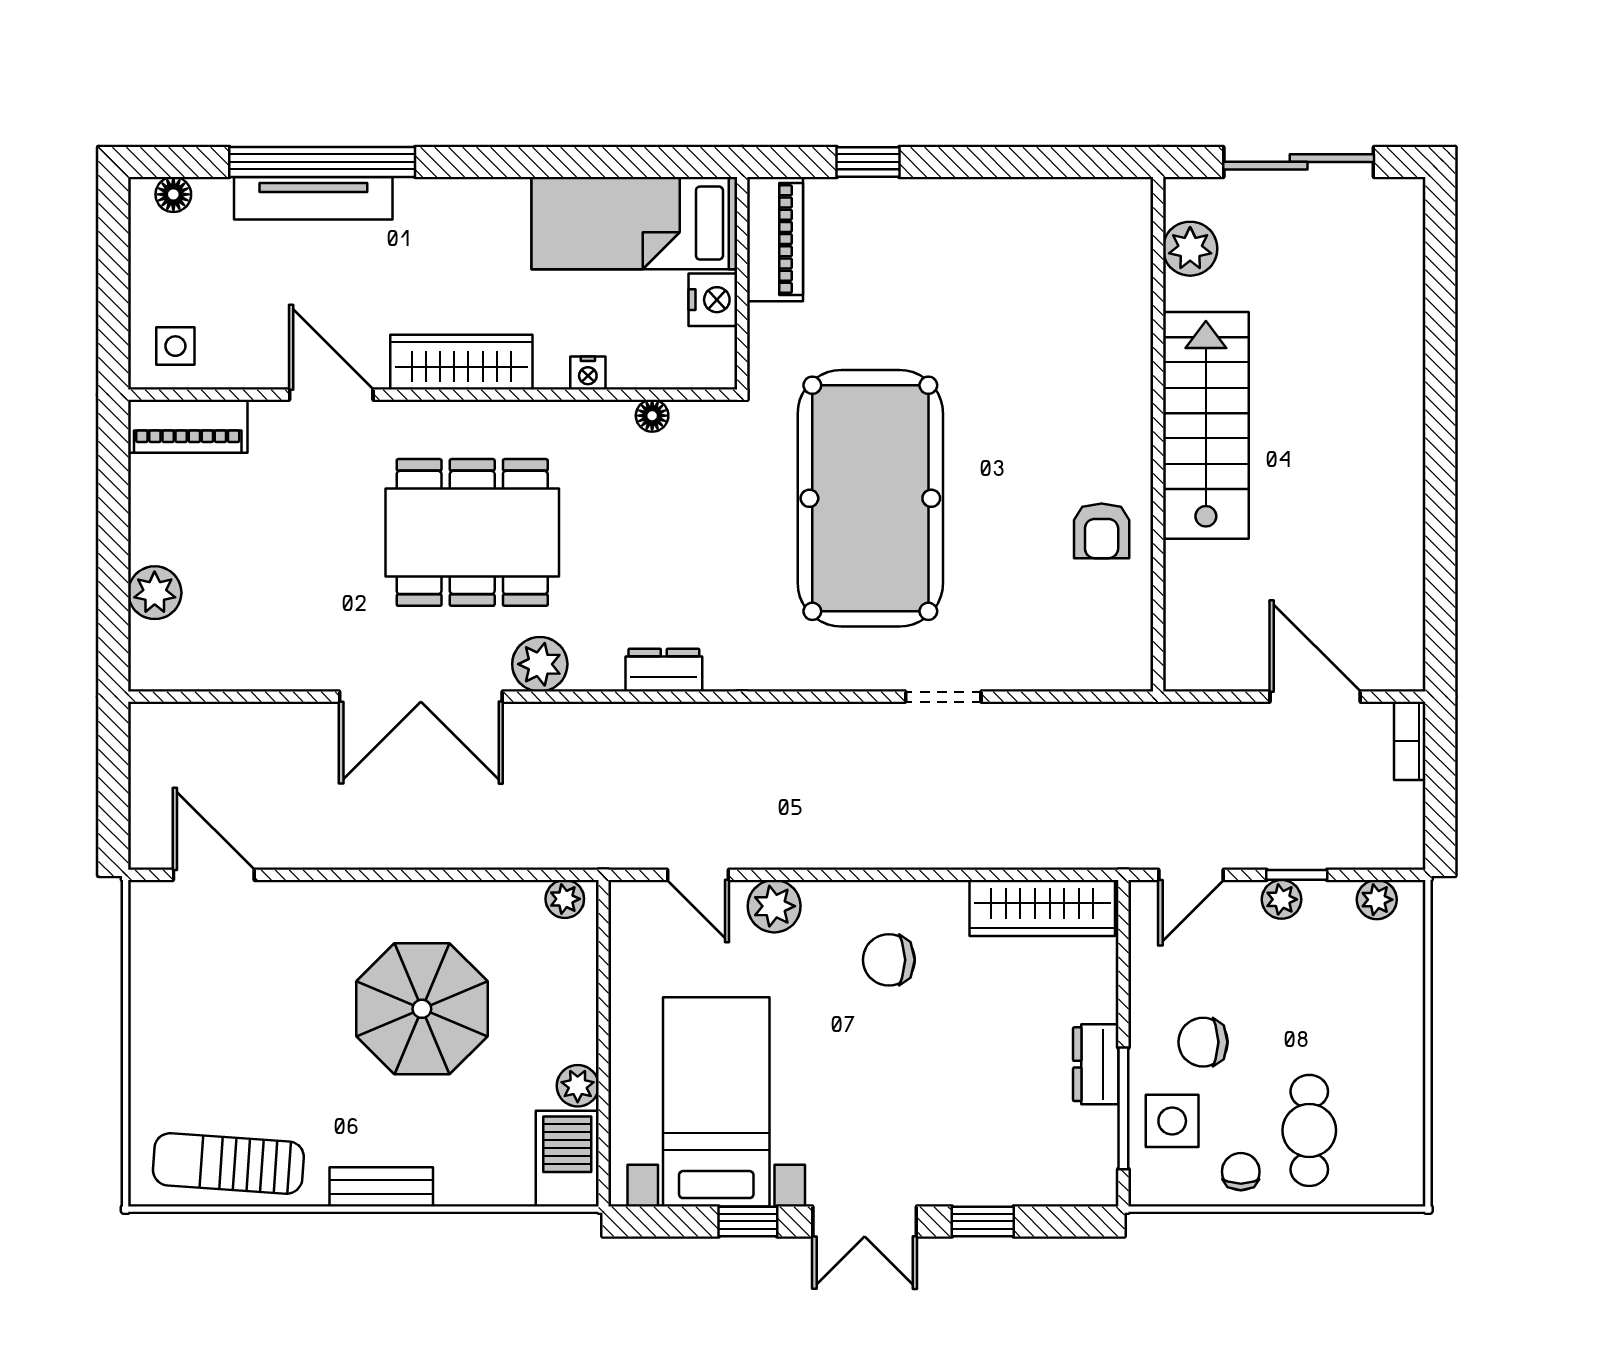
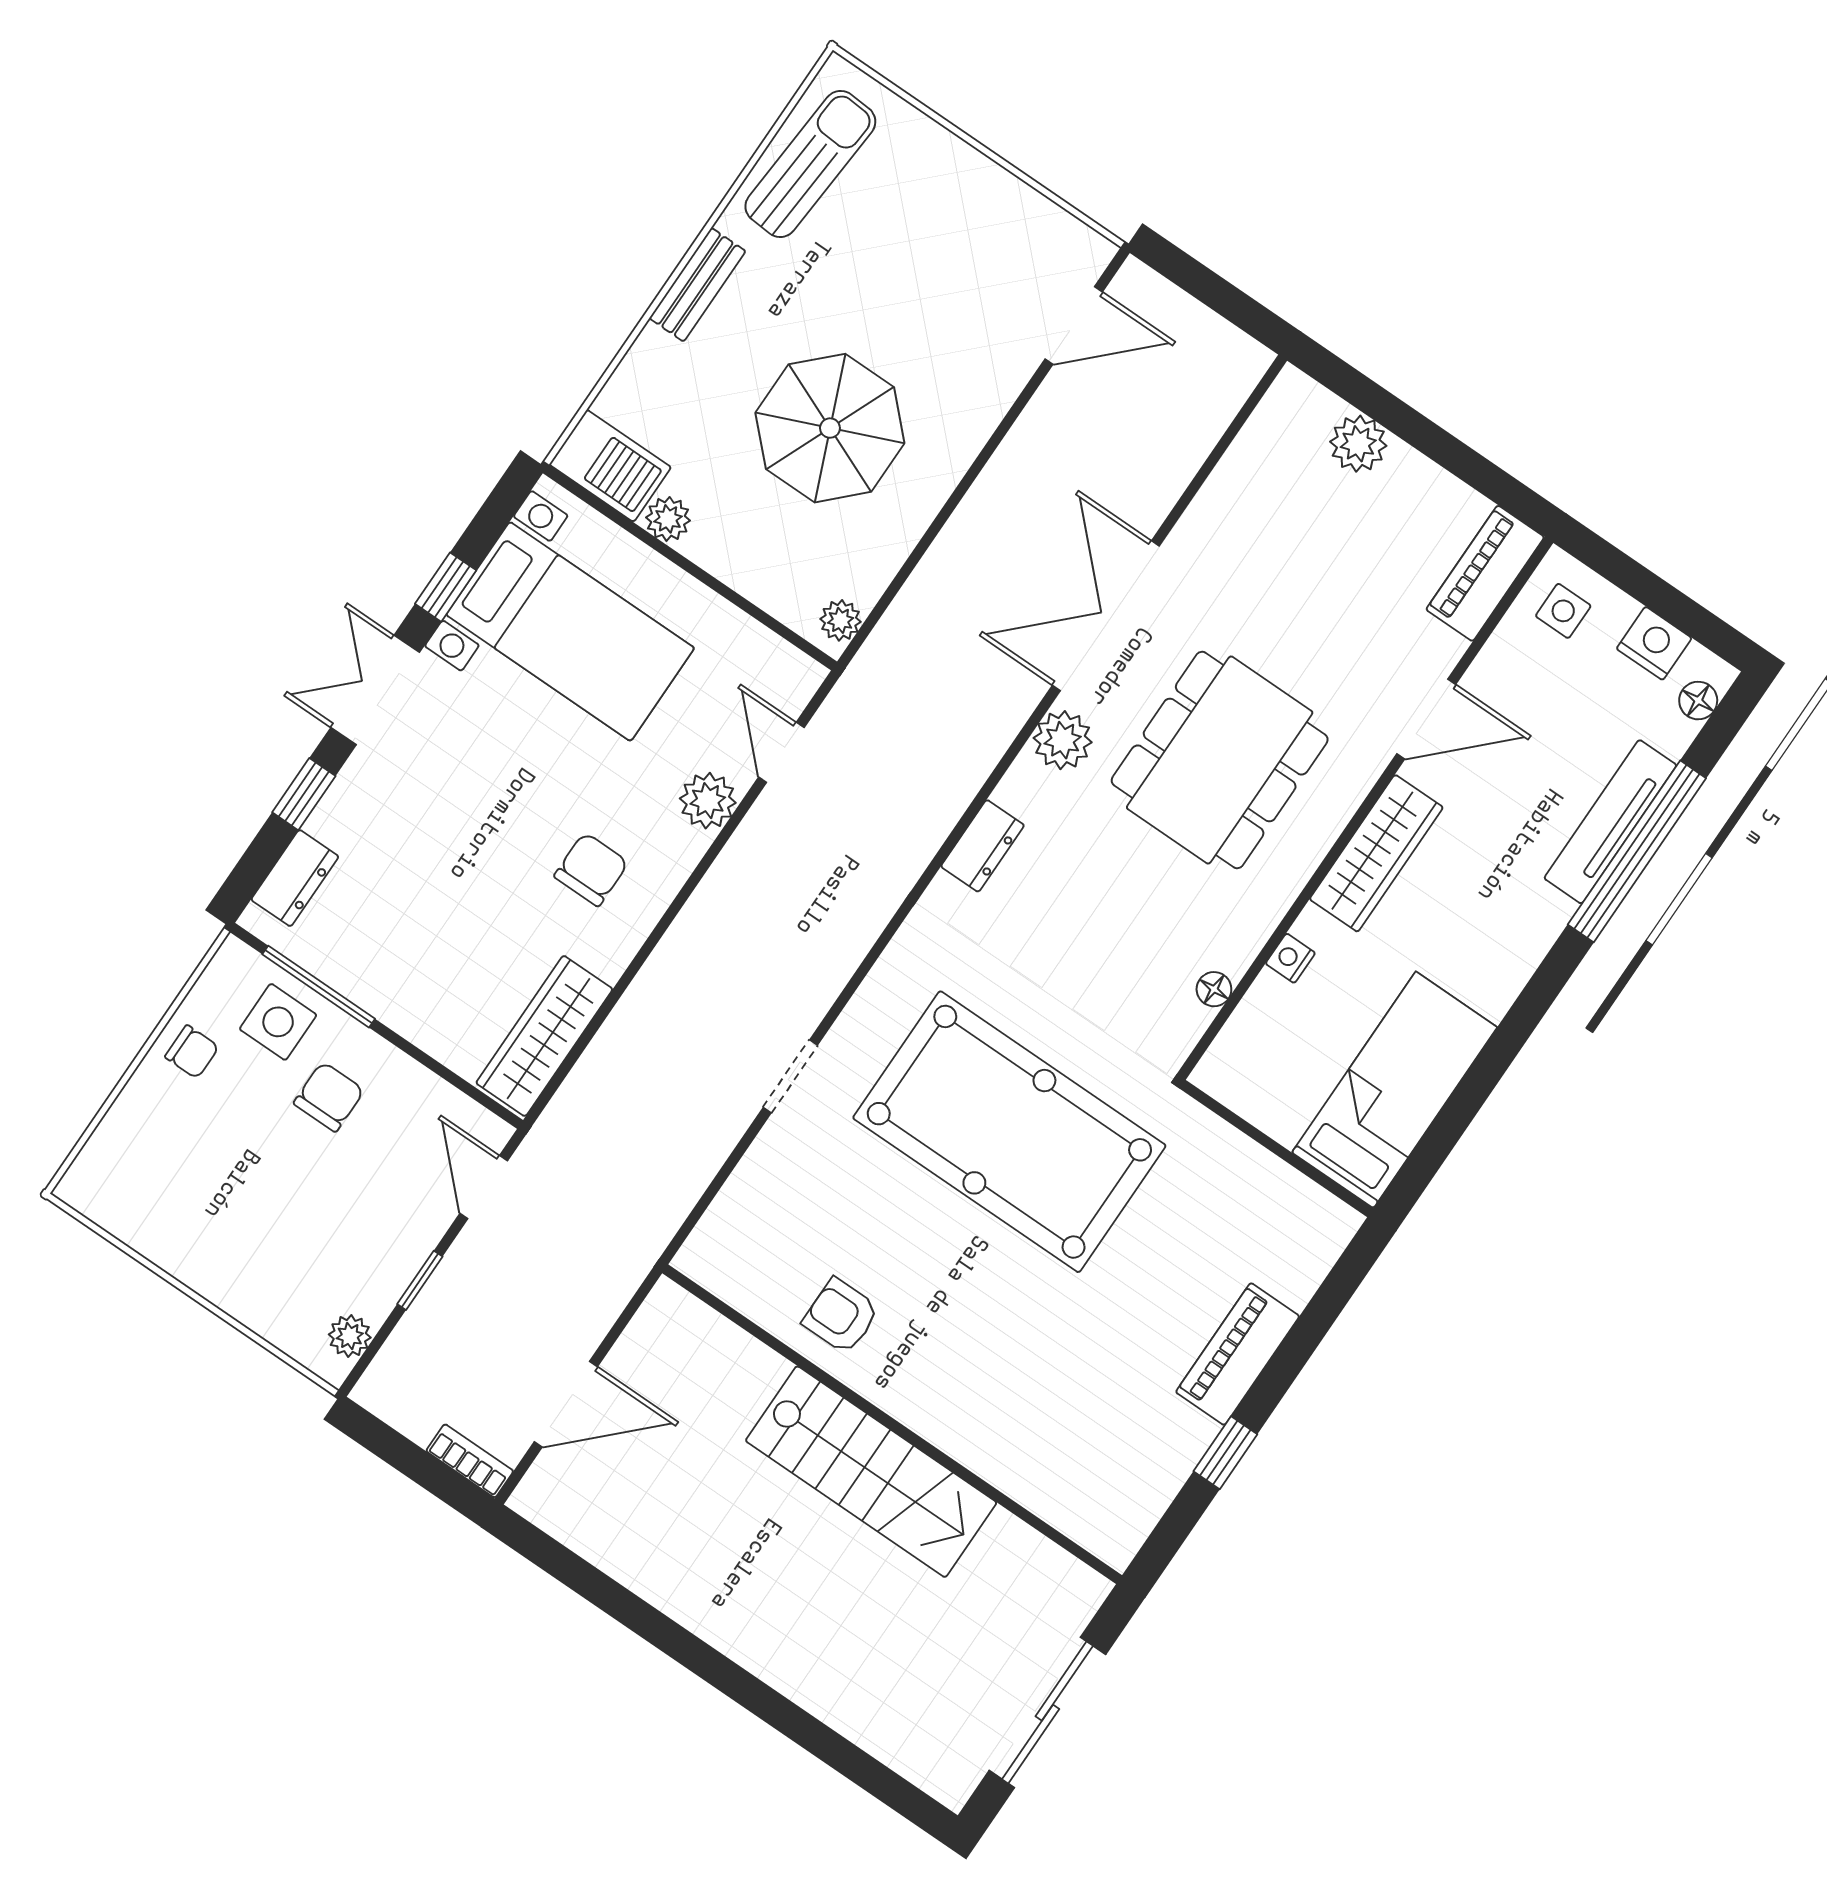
window: (868, 162) -> (1225, 1453), moved
piano: (775, 239) -> (1238, 1354), moved, turned 90
plant: (1190, 249) -> (1036, 1564), removed
nightstand: (713, 300) -> (1654, 643), moved, turned 180
door: (698, 875) -> (781, 752), hinge flipped
plant: (1282, 899) -> (407, 1252), removed
dresser: (1096, 1064) -> (295, 878), moved, turned 90
cafe table: (1309, 1130) -> (187, 1137), removed

